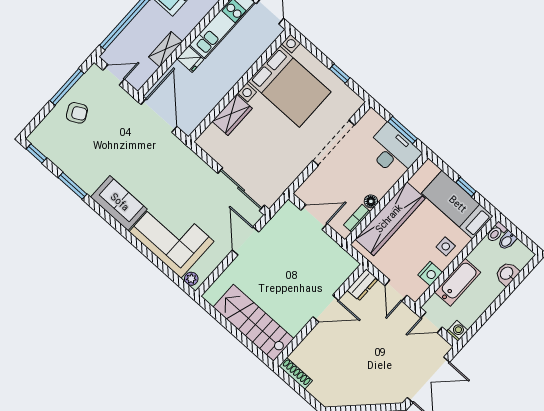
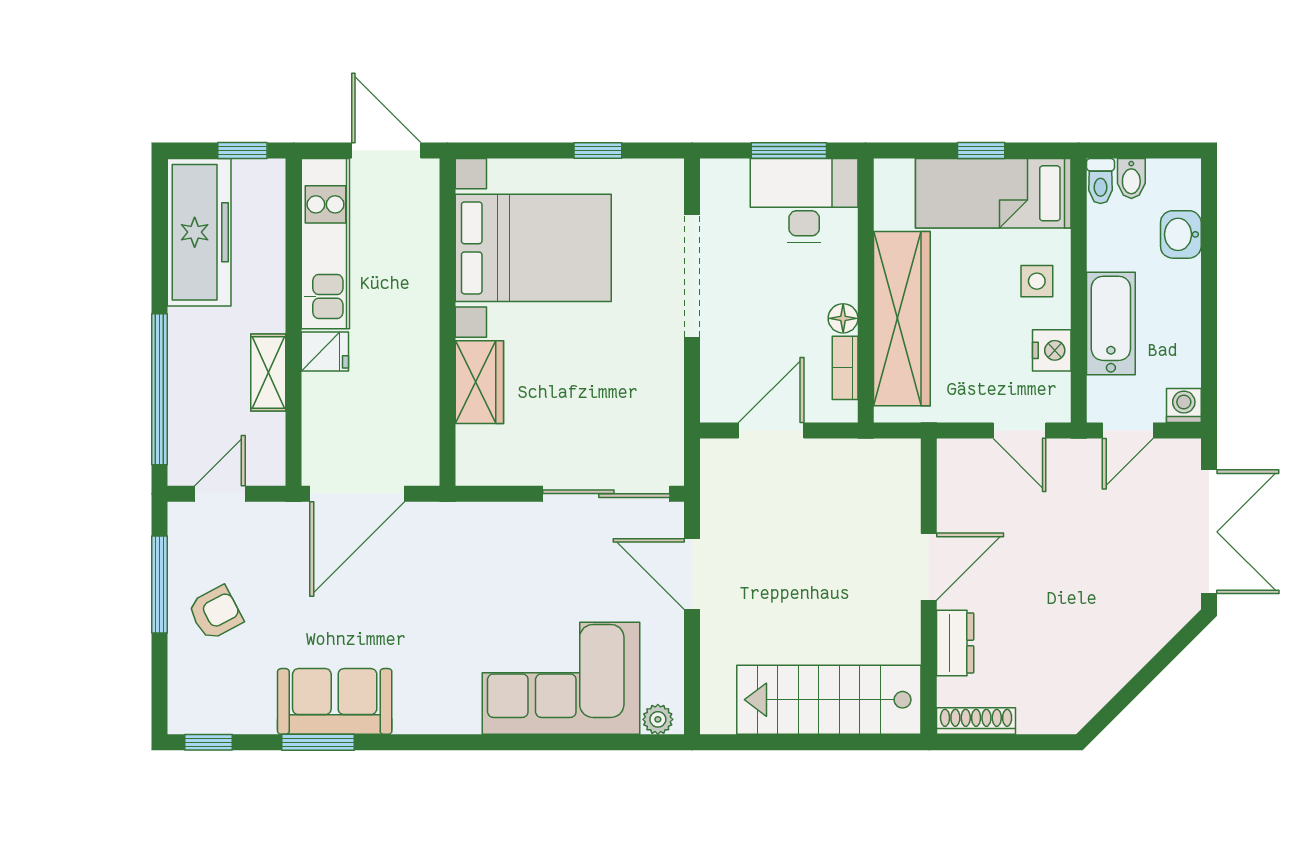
door: (159, 116) -> (357, 494), swing flipped
sofa: (119, 203) -> (335, 701), moved
dresser: (363, 285) -> (955, 643), moved

